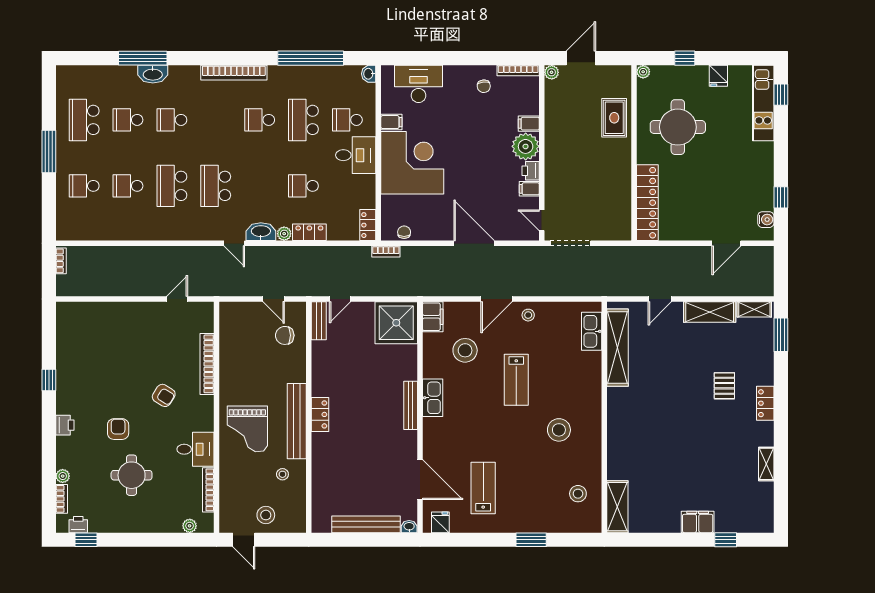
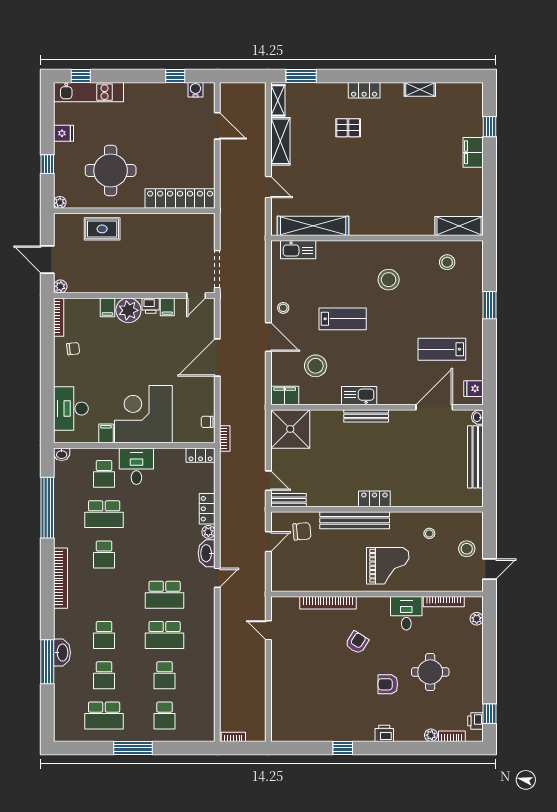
school desk: (303, 186) -> (165, 514), removed
chair: (285, 335) -> (302, 531), turned -95
bench: (297, 421) -> (355, 520), moved

